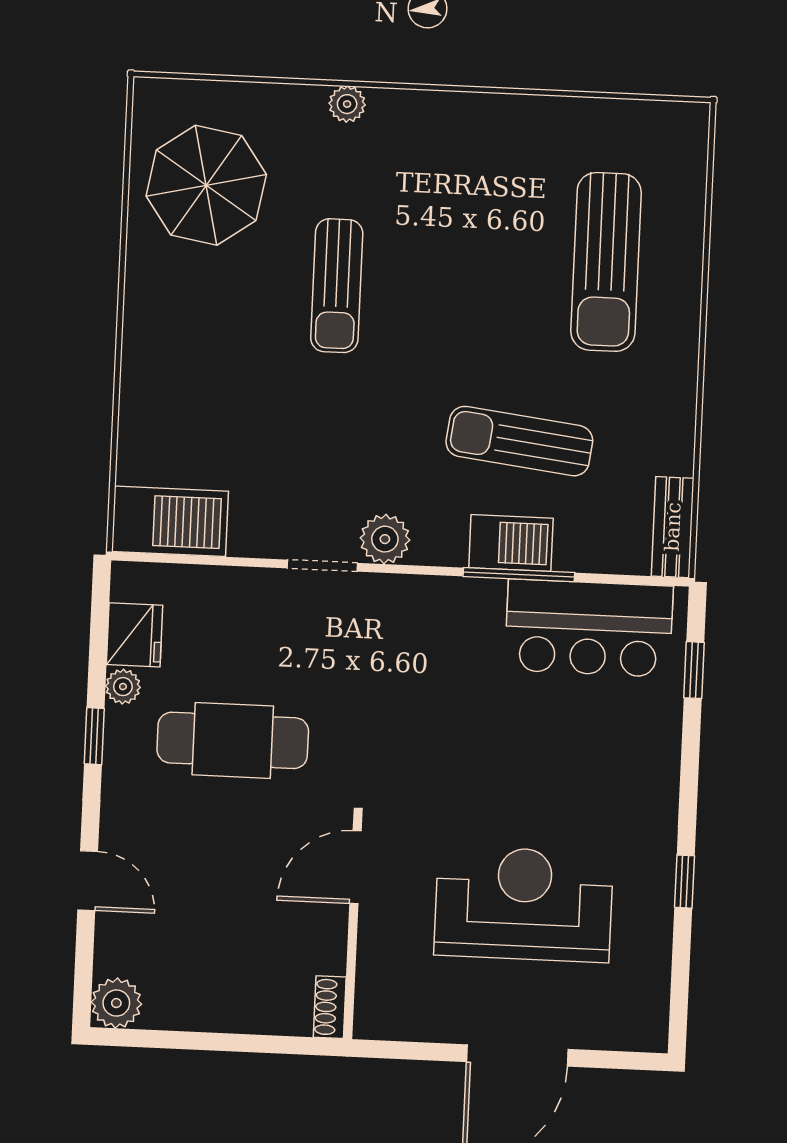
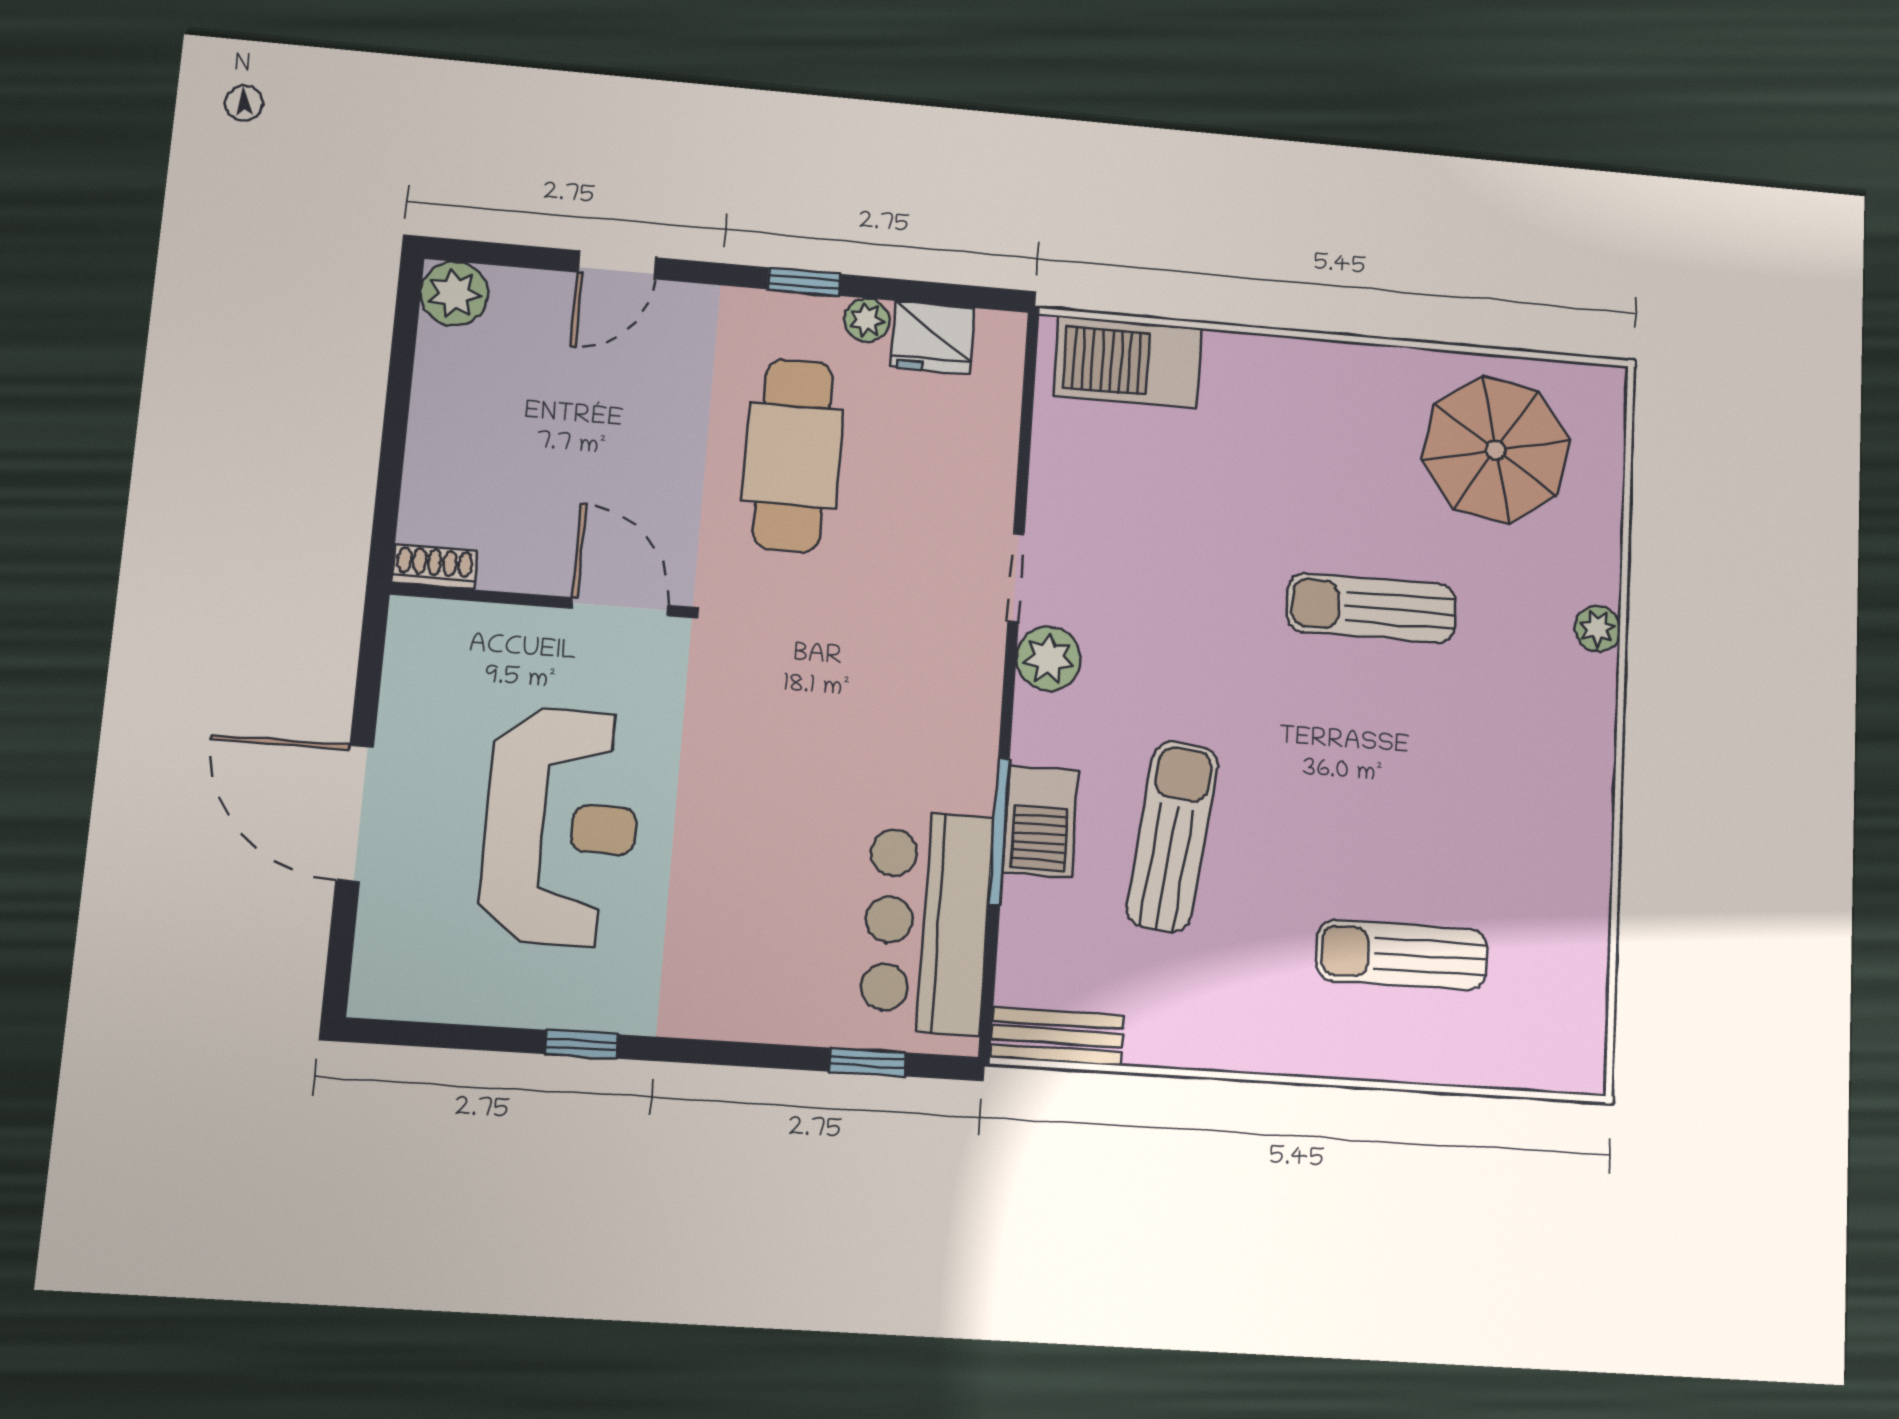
sun lounger: (606, 262) -> (1402, 955), width x0.73, depth x0.75
barbecue: (170, 521) -> (1128, 362), moved, turned 90

